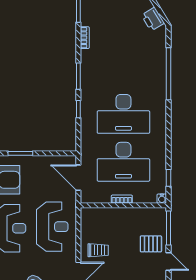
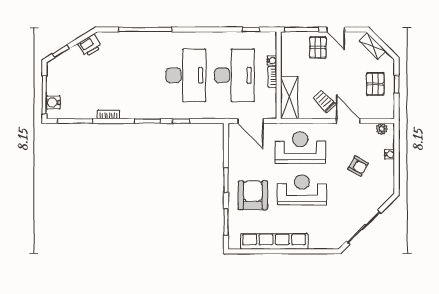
door: (78, 178) -> (251, 121), hinge flipped
water cooler: (162, 199) -> (272, 61), moved
shelving: (101, 216) -> (289, 98), added
trolley: (98, 250) -> (324, 101), turned -44
door: (169, 262) -> (336, 30), swing flipped

